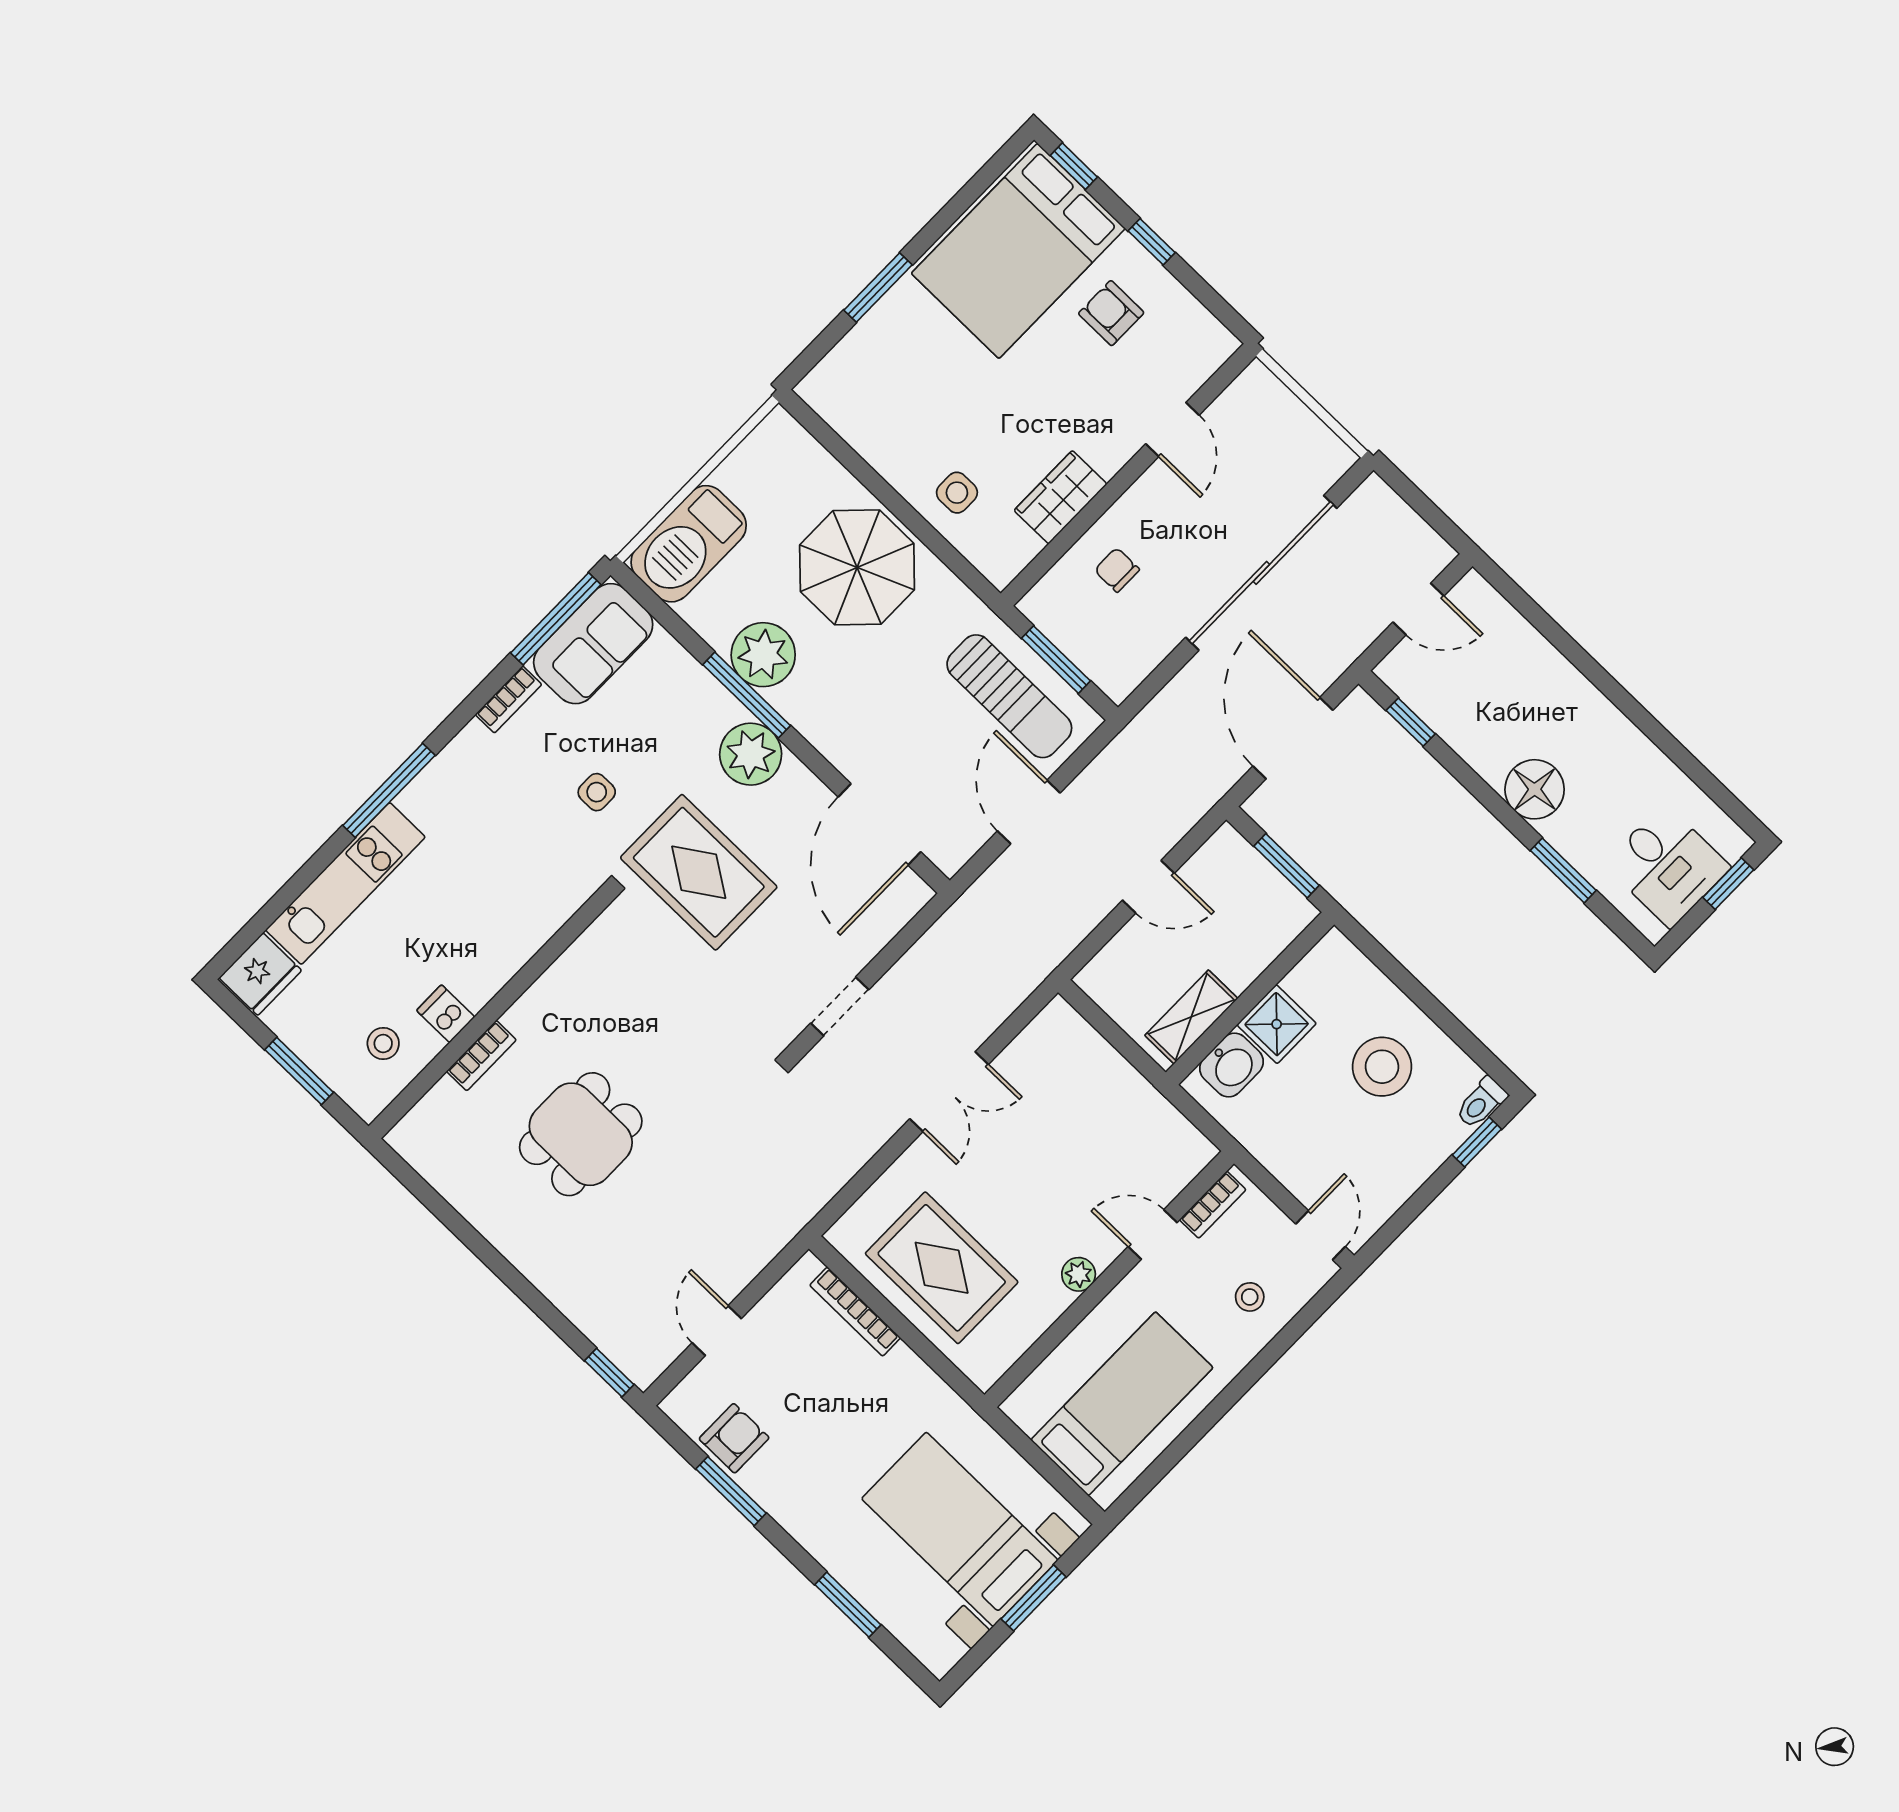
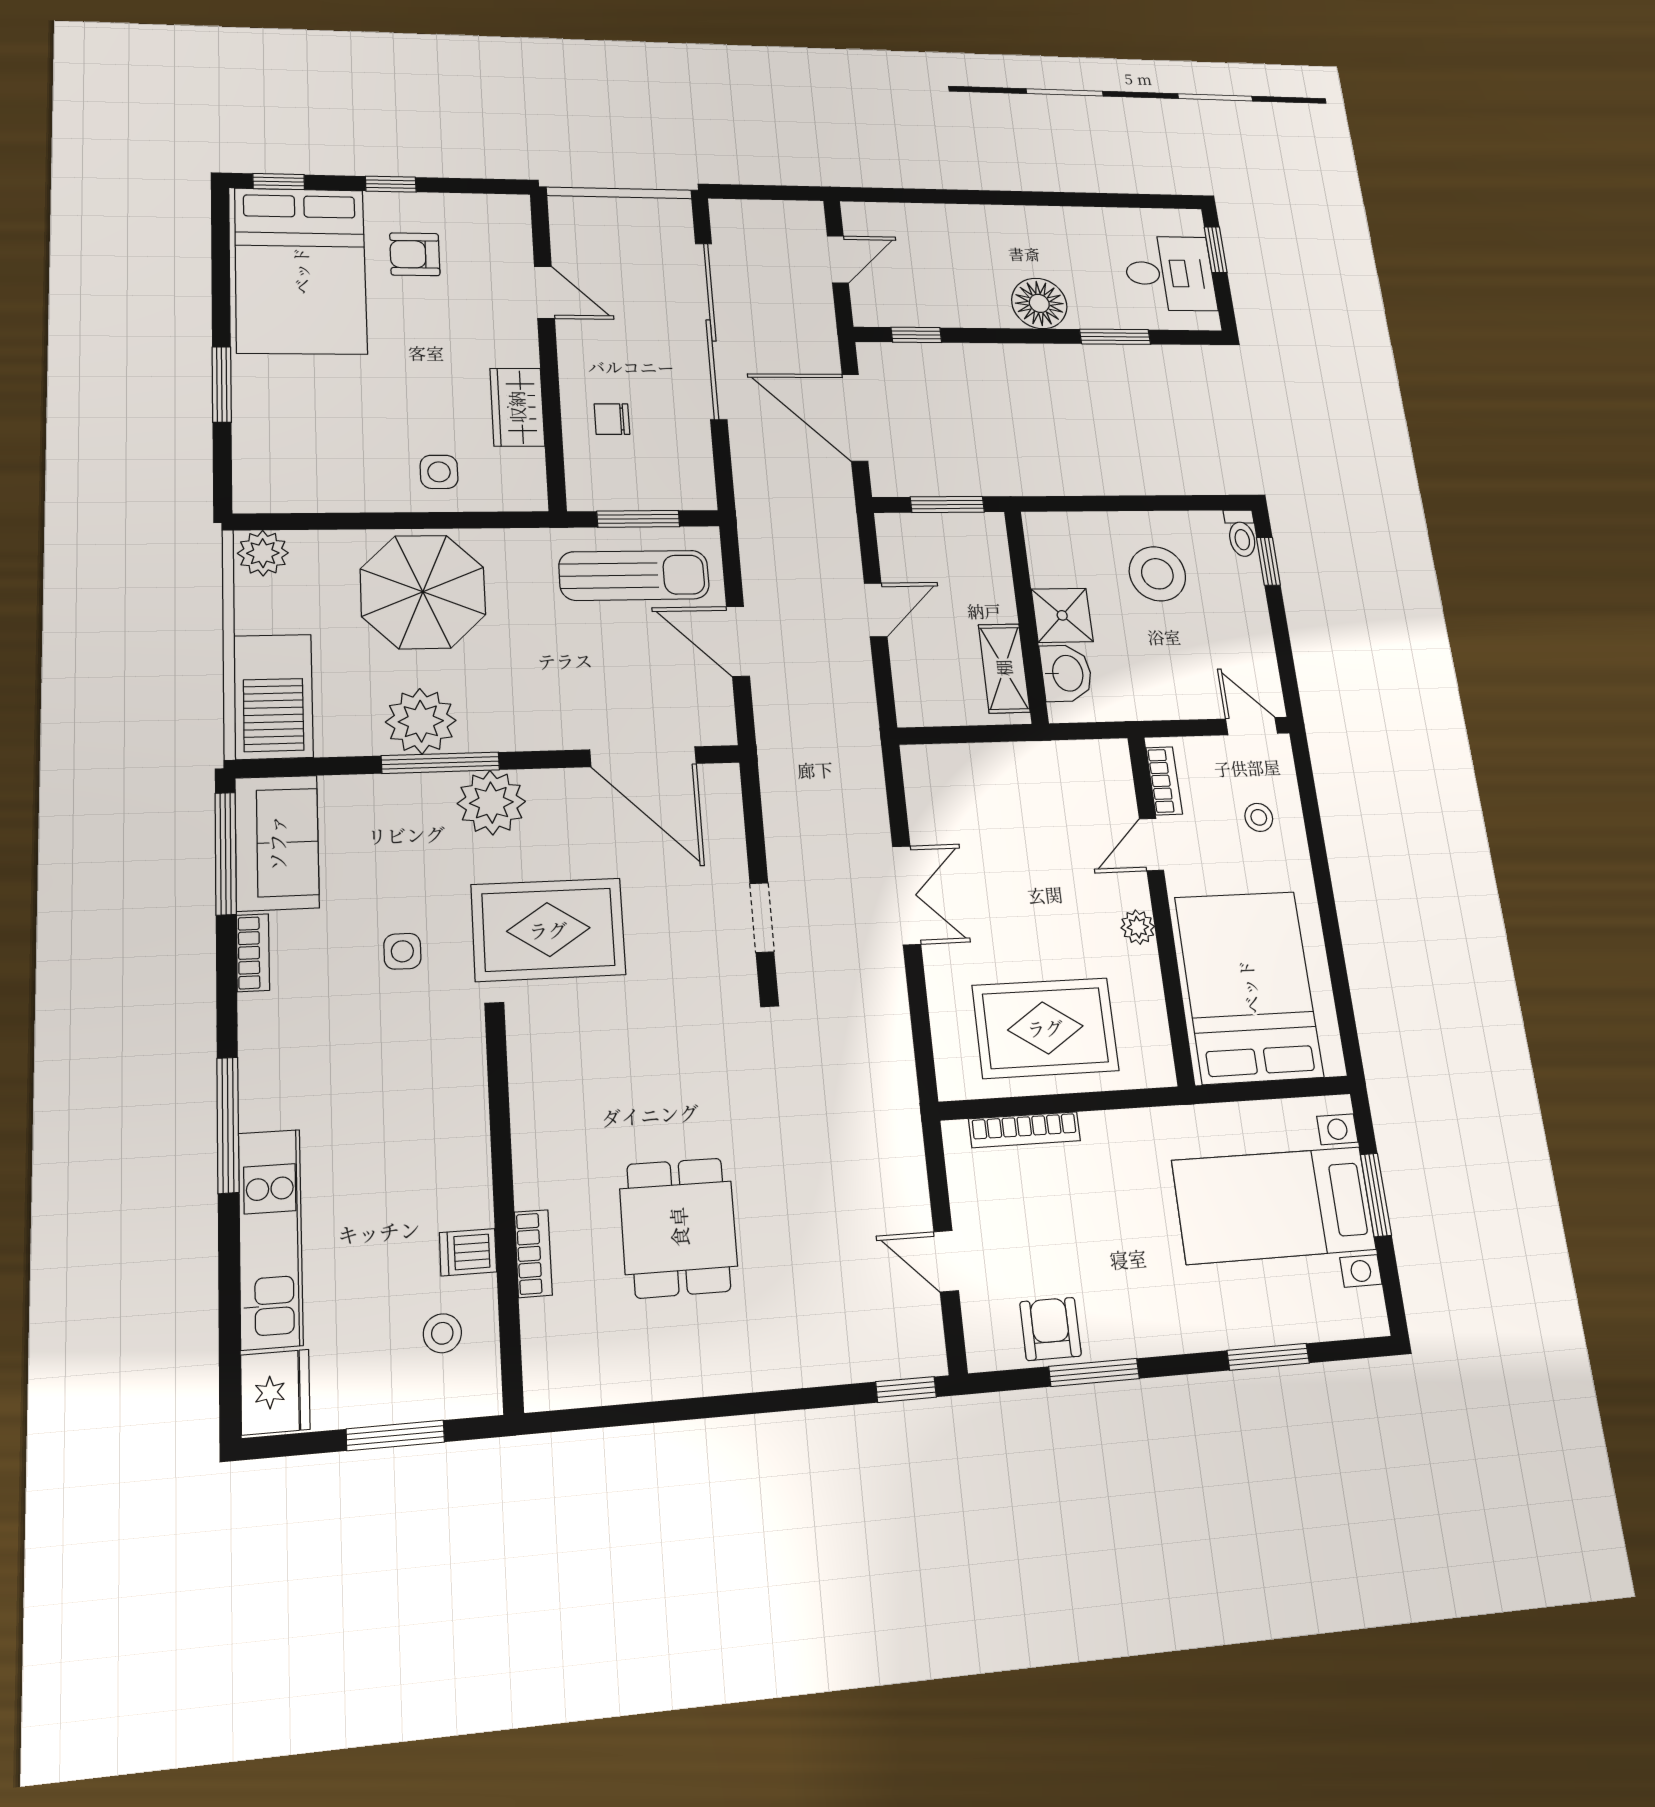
plant: (782, 437) -> (263, 553), added
bed: (1122, 1404) -> (1249, 987), width x1.50

